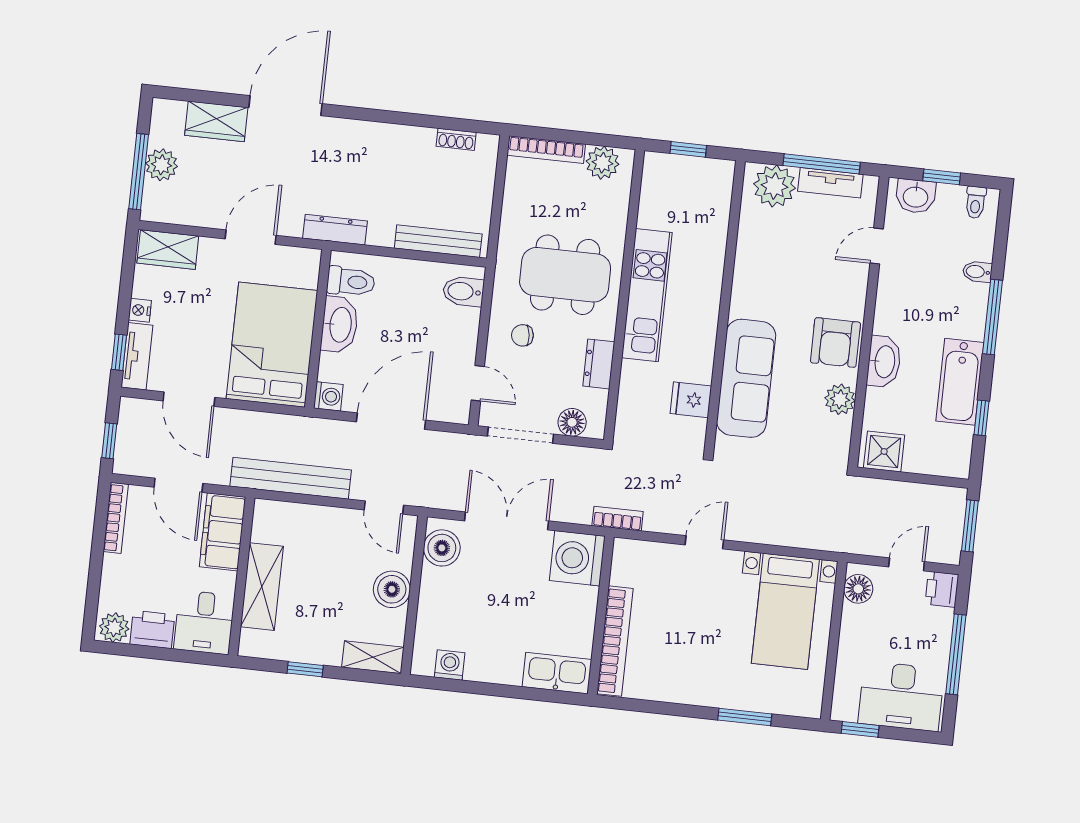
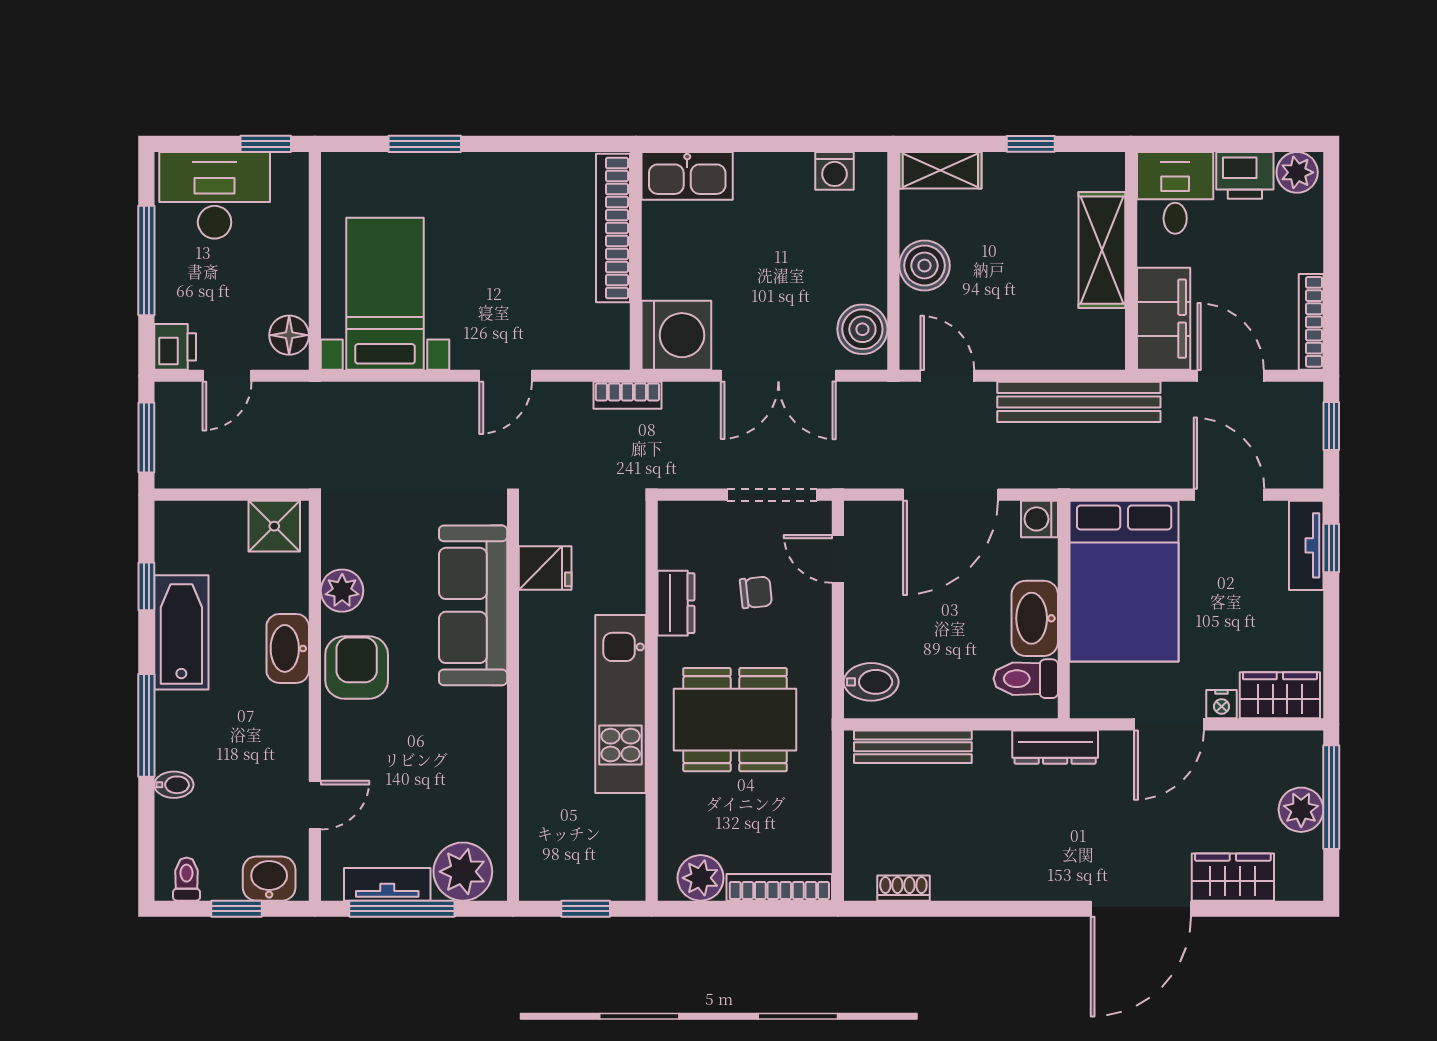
nightstand: (140, 310) -> (1222, 704), moved, turned 90
chair: (522, 335) -> (756, 592), moved
floor lamp: (572, 422) -> (704, 520), removed

